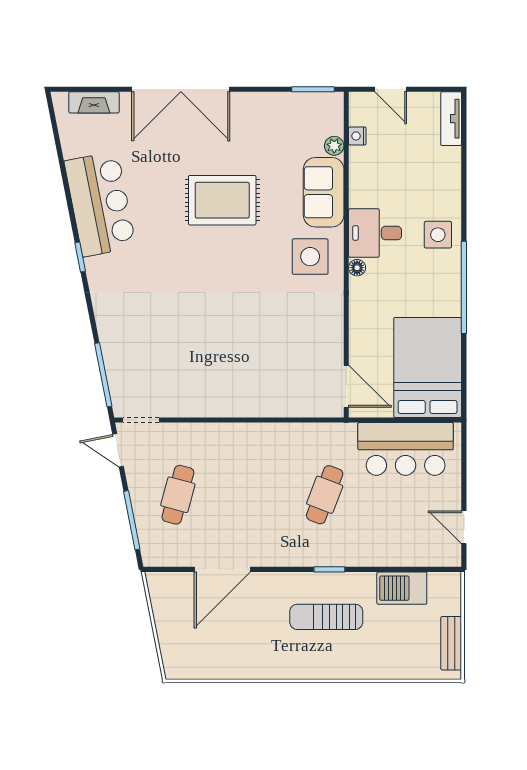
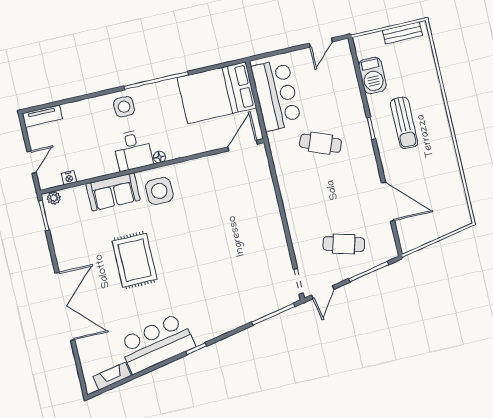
fireplace: (94, 102) -> (112, 376), moved, turned -101
plant: (334, 146) -> (54, 198), moved

